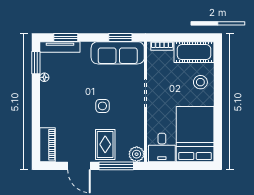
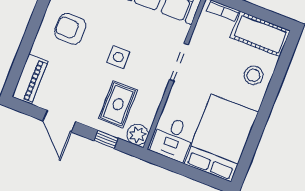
armchair: (62, 99) -> (70, 29), added
rug: (105, 144) -> (118, 104), moved
window: (116, 166) -> (106, 139), width x0.46

